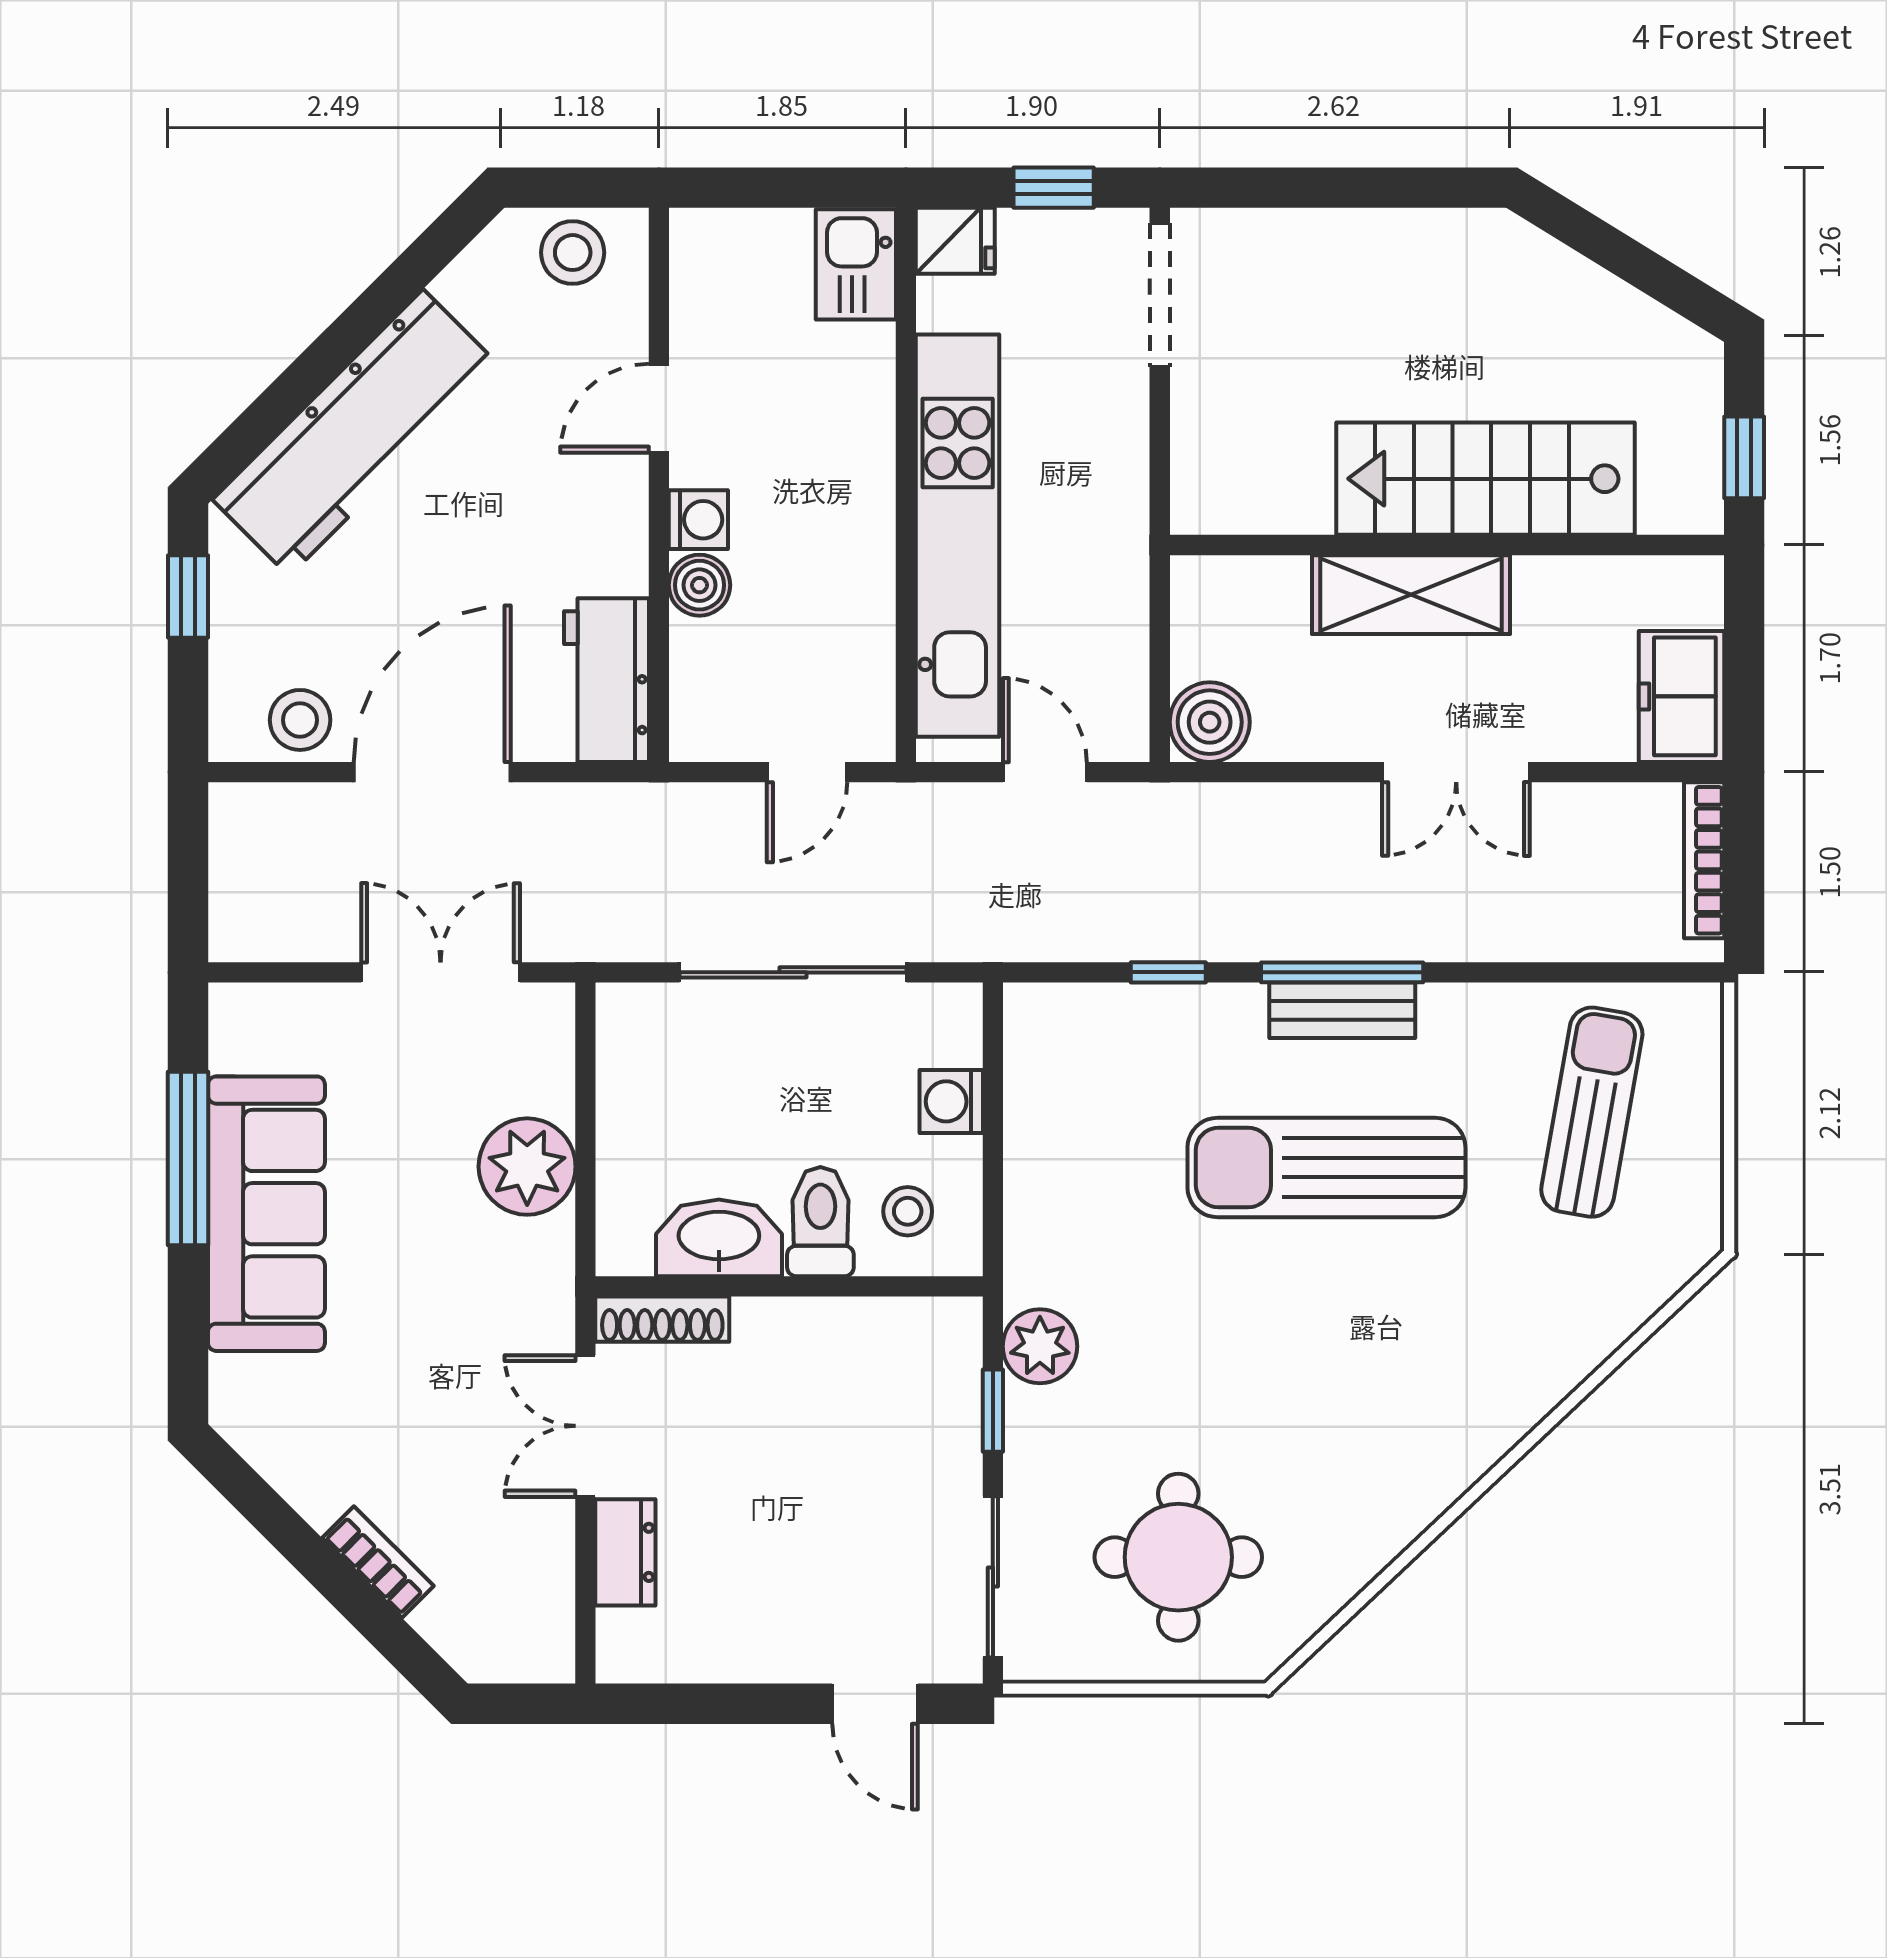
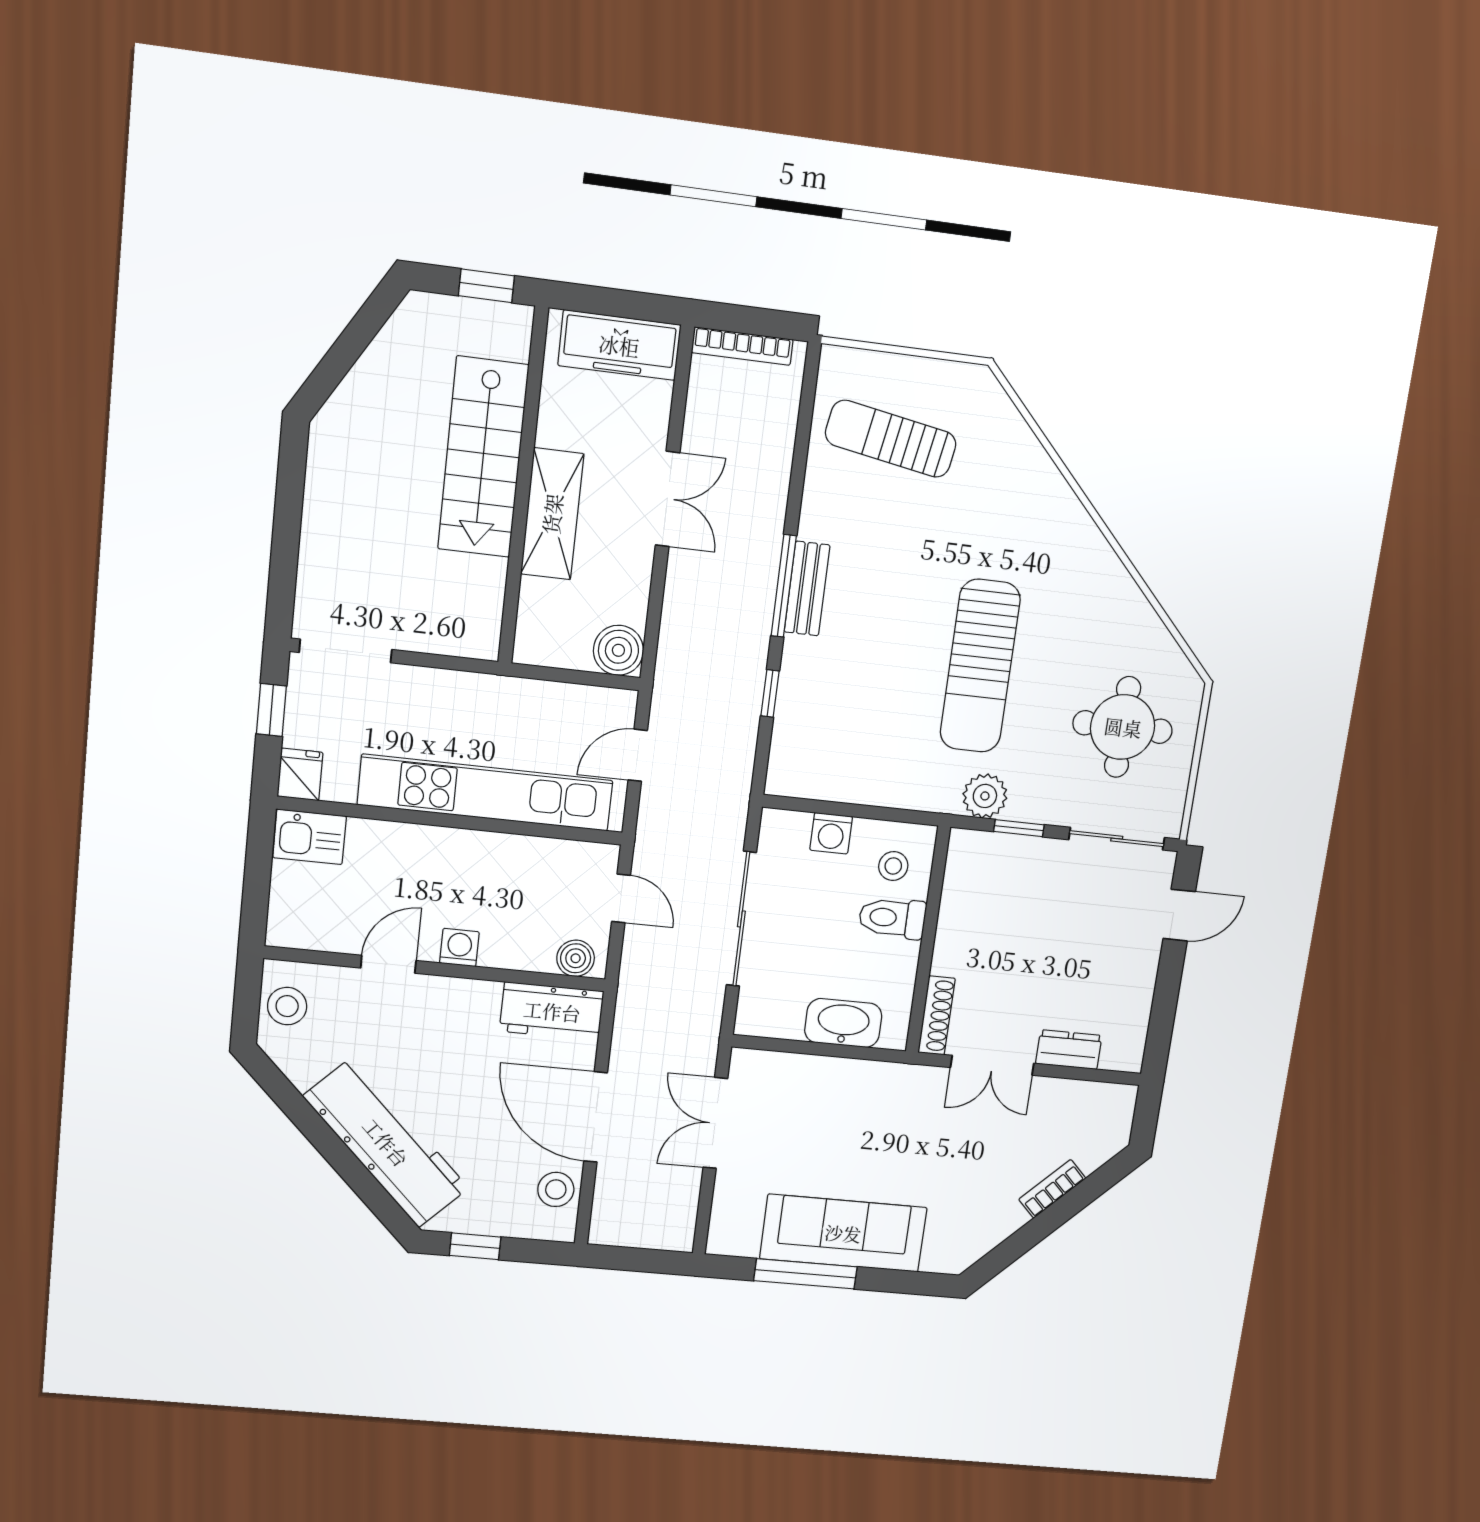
door: (659, 408) -> (388, 964), swing flipped
boiler: (699, 585) -> (576, 958), moved
freezer: (1681, 696) -> (619, 345), width x1.40
plant: (527, 1167) -> (836, 1084), removed
sun lounger: (1326, 1168) -> (980, 666), moved
washbasin: (719, 1238) -> (843, 1023), moved, turned 90

